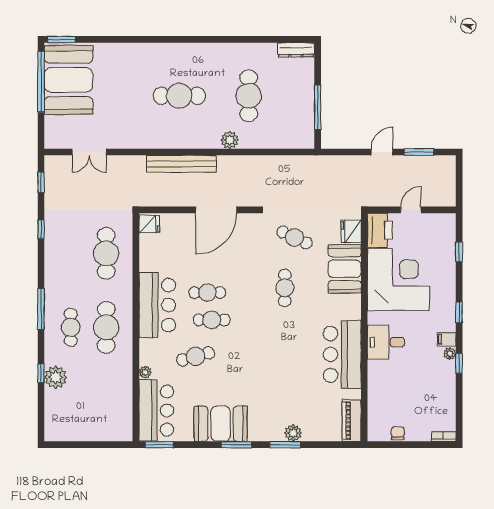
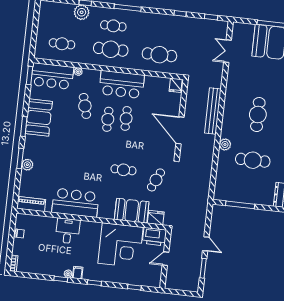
door: (411, 210) -> (166, 259), swing flipped
desk: (386, 342) -> (68, 231), moved
cafe table: (106, 401) -> (62, 44), added

